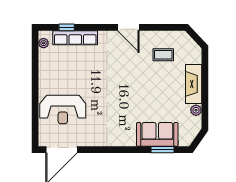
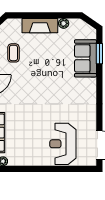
reception desk: (63, 109) -> (63, 144), turned 180

